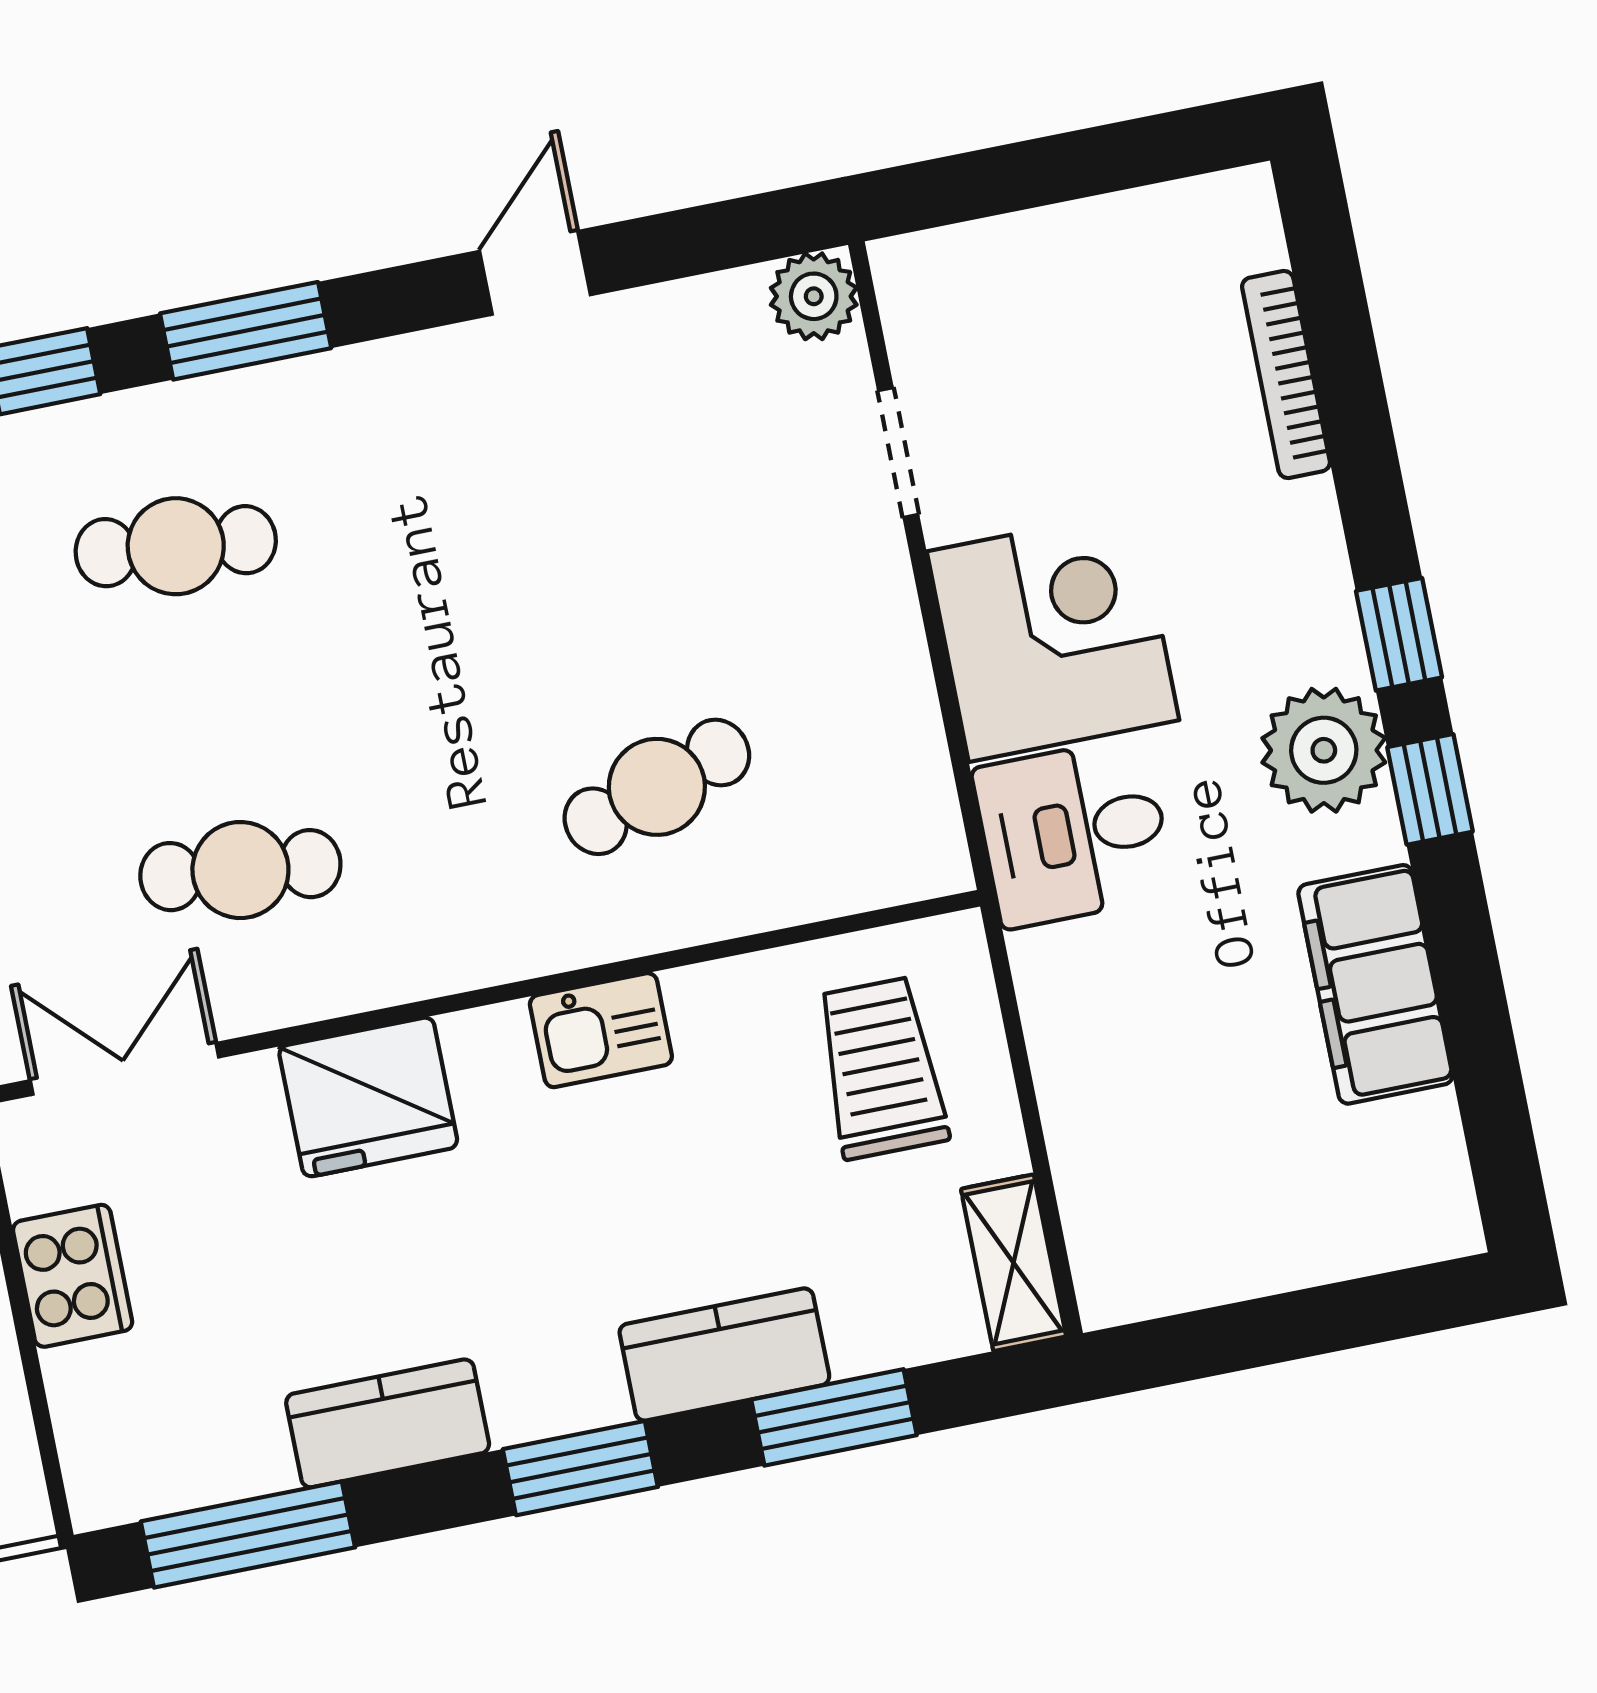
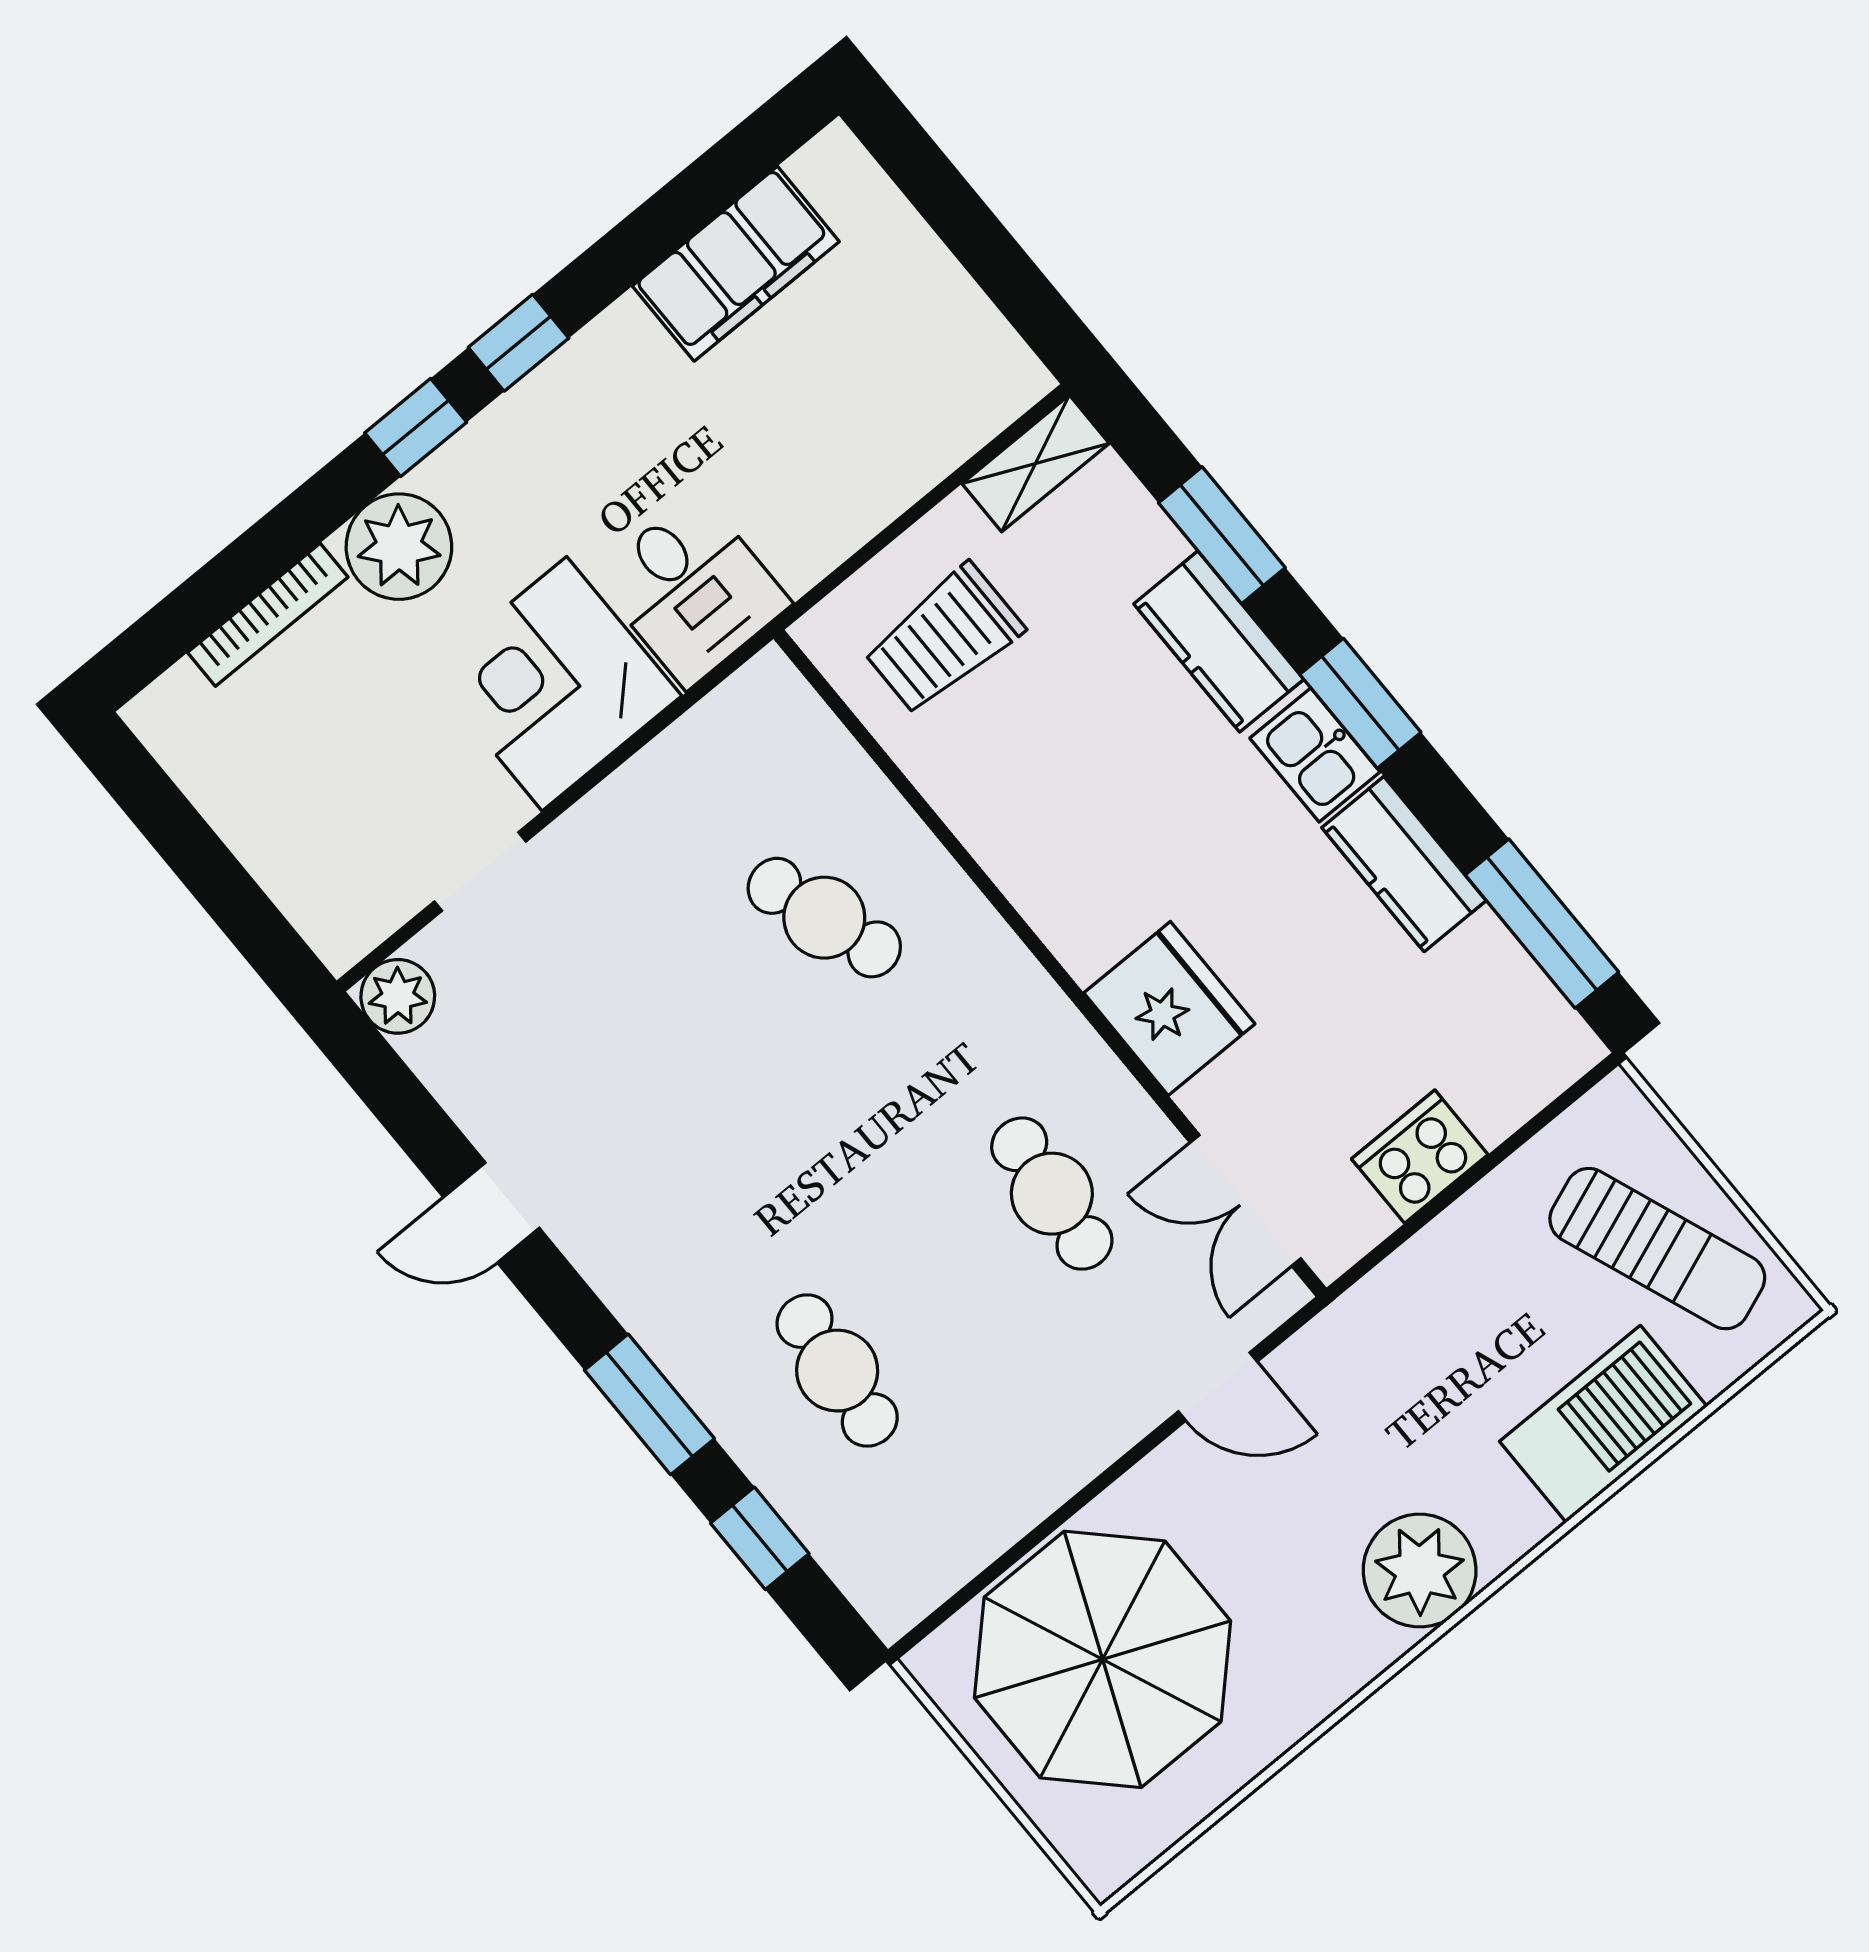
plant: (1324, 750) -> (399, 547), moved
filing cabinet: (1375, 984) -> (736, 264), moved
kitchen sink: (601, 1030) -> (1315, 755), moved, turned 180

